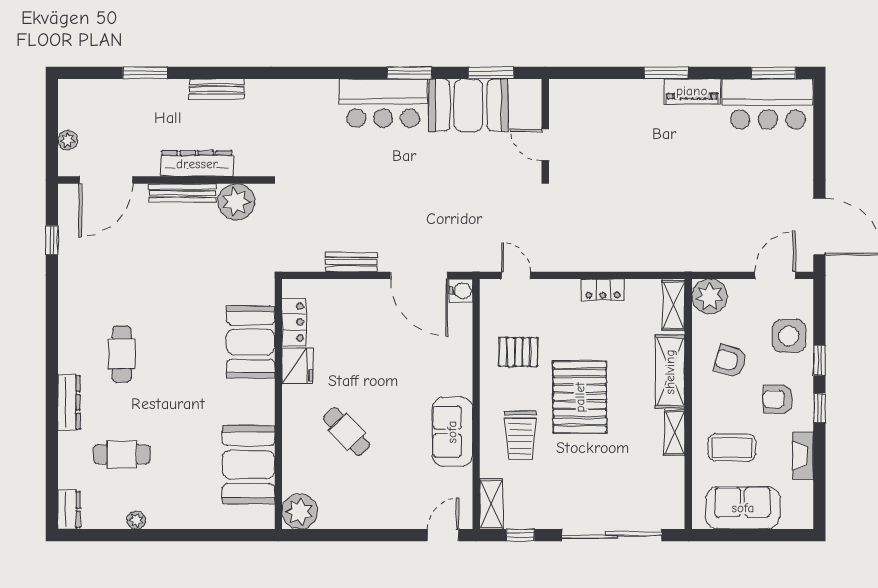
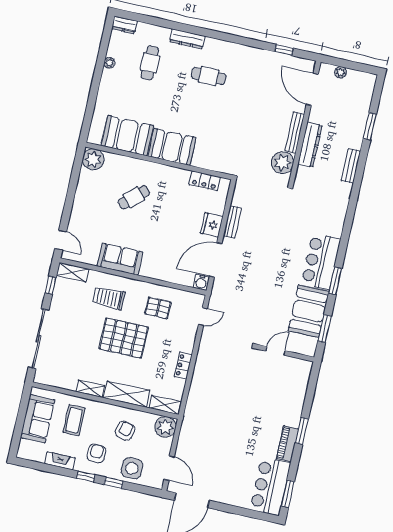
booth: (251, 342) -> (172, 147), moved
pallet: (518, 352) -> (158, 308), turned 90
fridge: (297, 366) -> (212, 225), moved, turned 90

